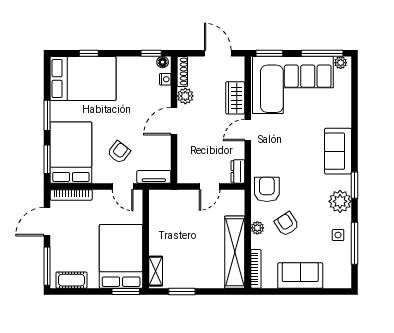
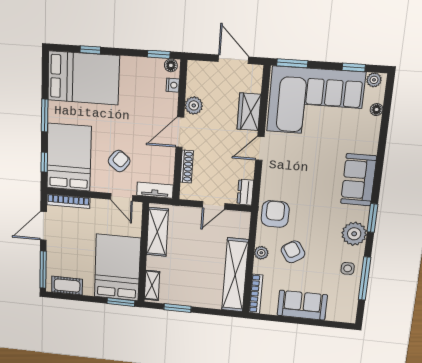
window: (322, 53) -> (354, 67), width x0.46
shoe rack: (182, 71) -> (187, 166), moved
floor lamp: (346, 88) -> (377, 110), added
window: (47, 159) -> (44, 162), width x0.67
shelving: (158, 217) -> (157, 232), added

